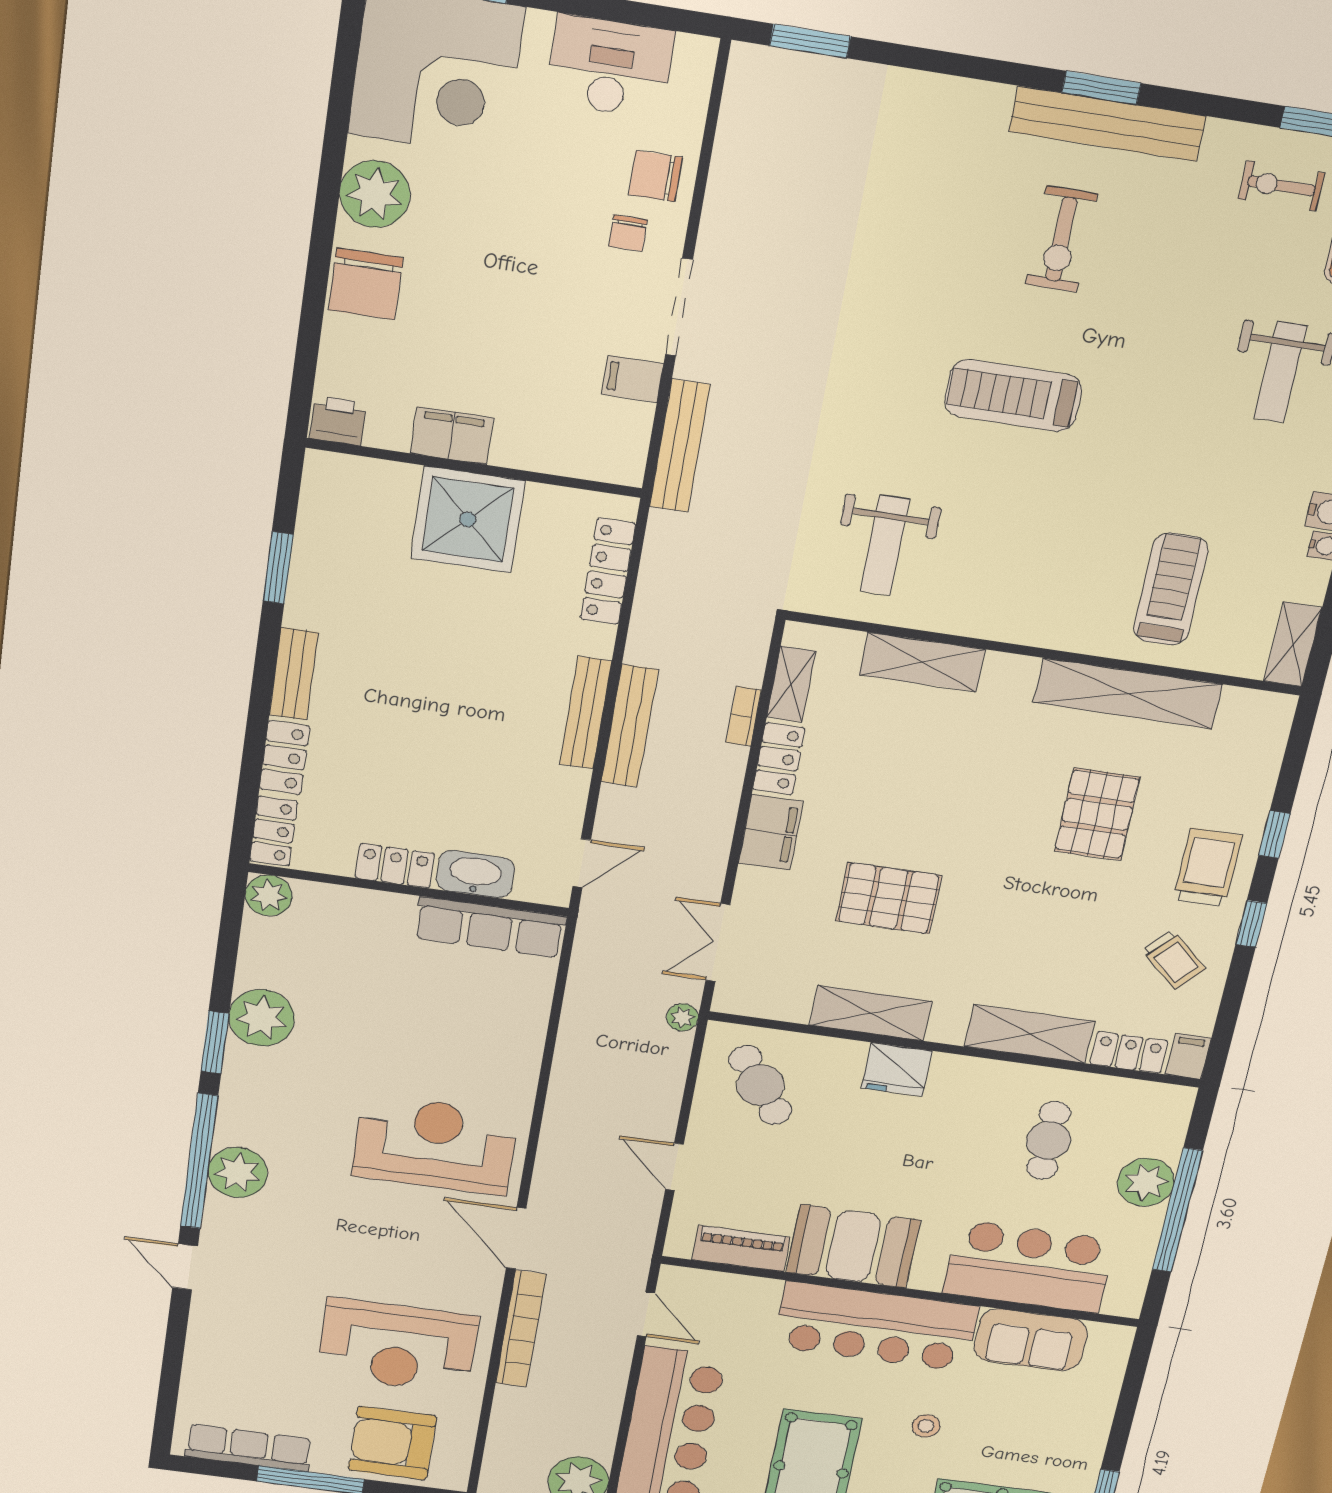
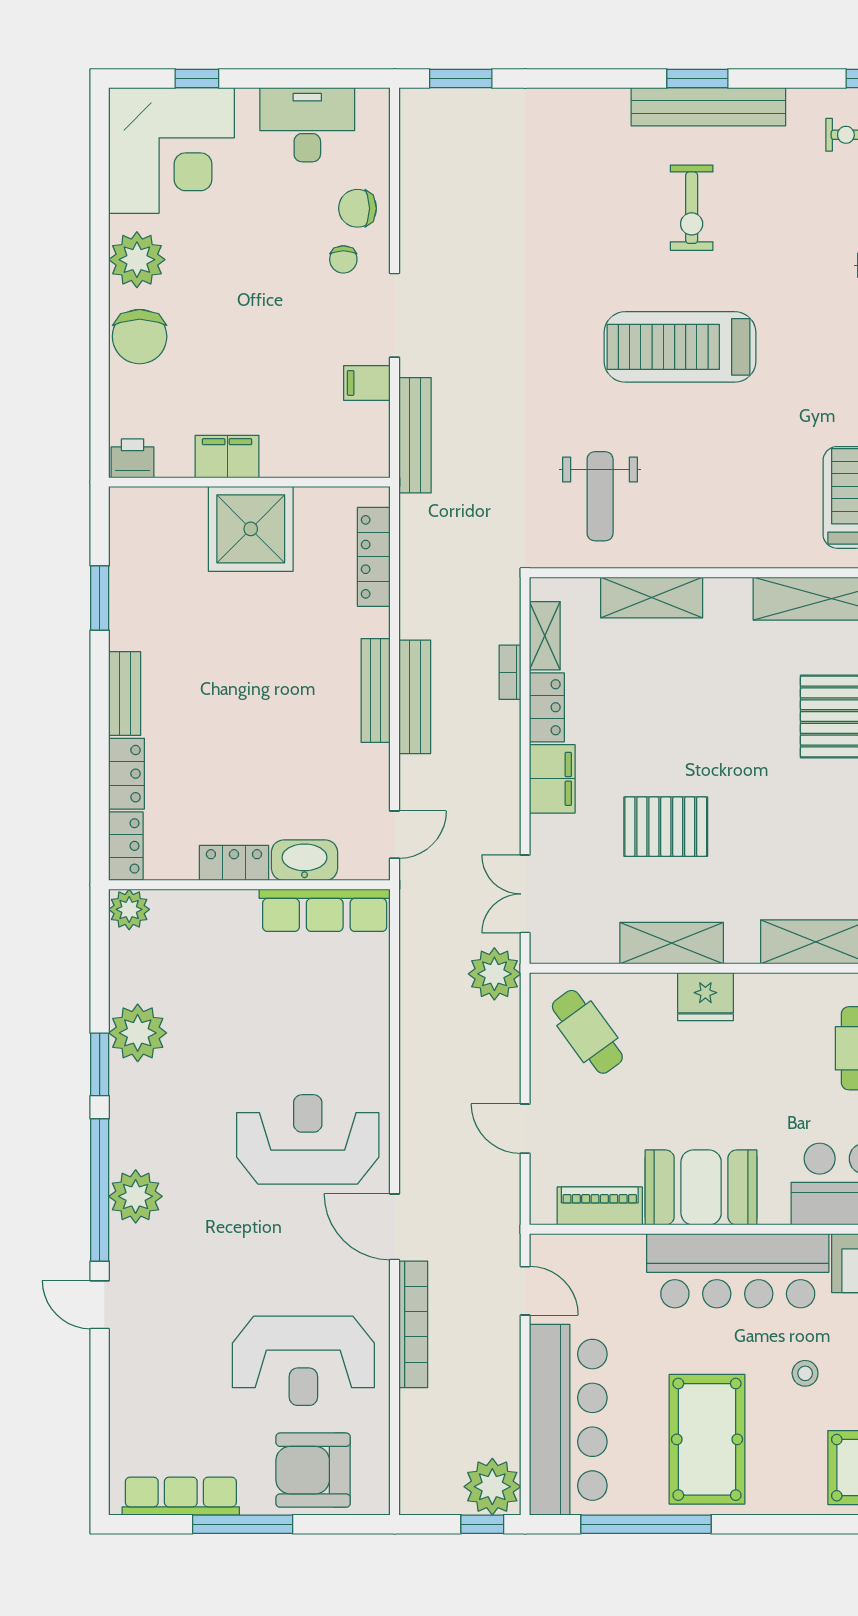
treadmill: (1013, 395) -> (680, 347), width x1.37, depth x1.38
plant: (682, 1017) -> (494, 974), width x1.88, depth x1.88

